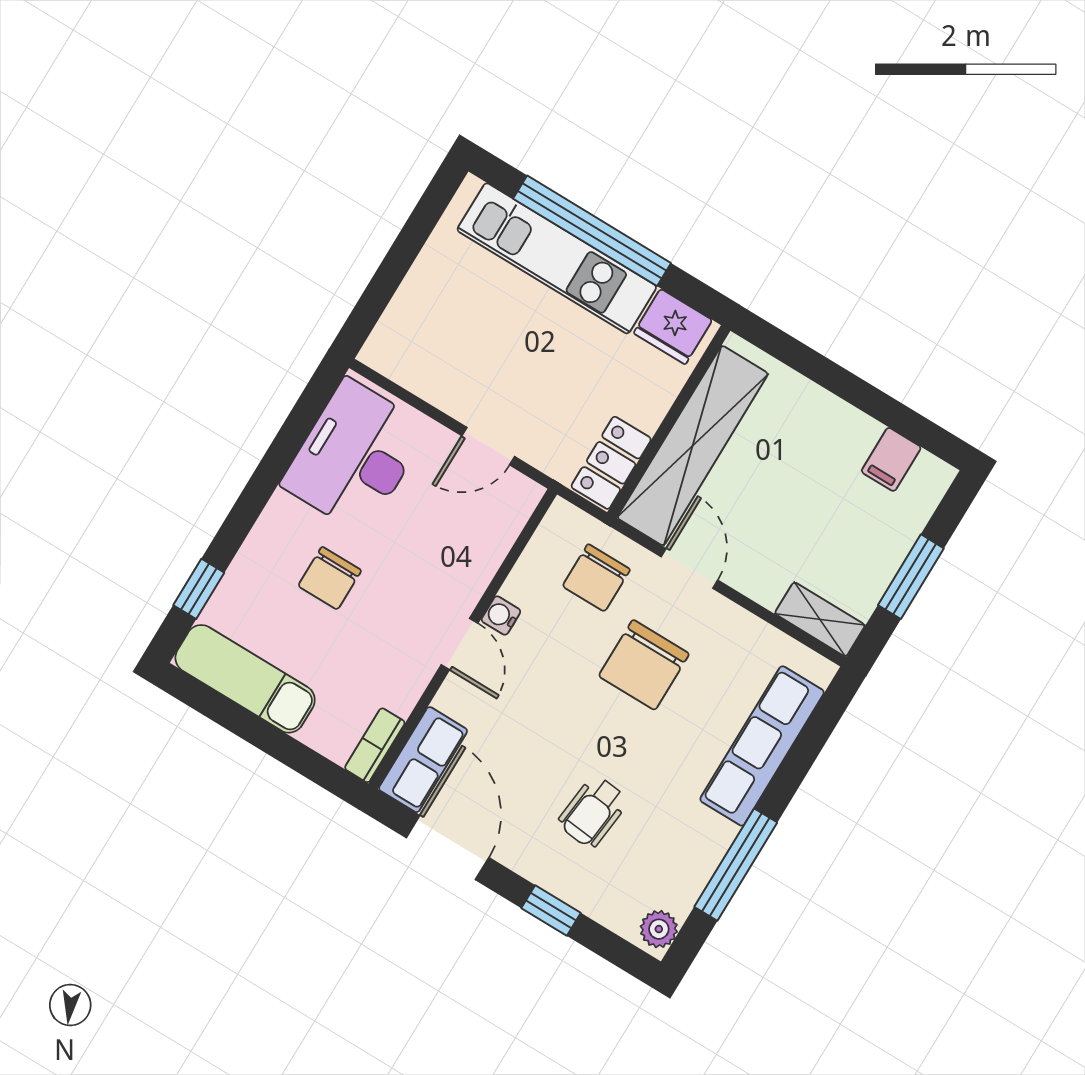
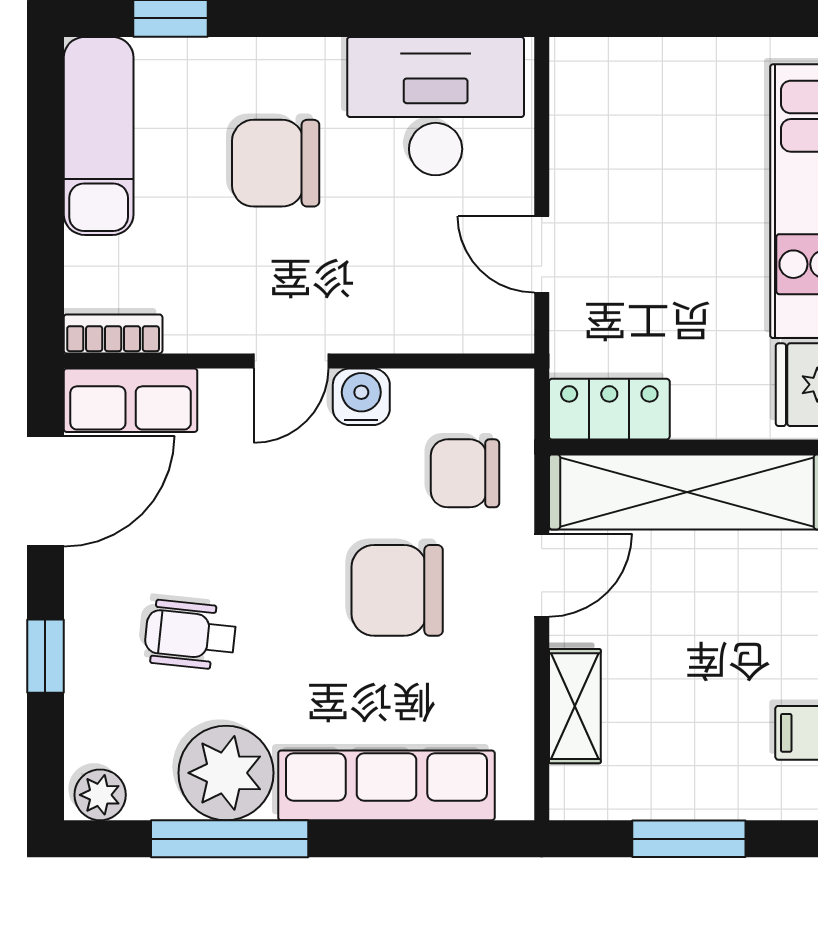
chair: (330, 578) -> (276, 163), width x1.37, depth x1.37
water cooler: (501, 616) -> (361, 397), width x1.38, depth x1.38
shelving: (820, 619) -> (575, 706), moved
plant: (693, 842) -> (226, 773), added

